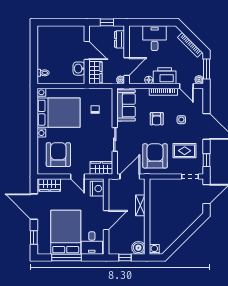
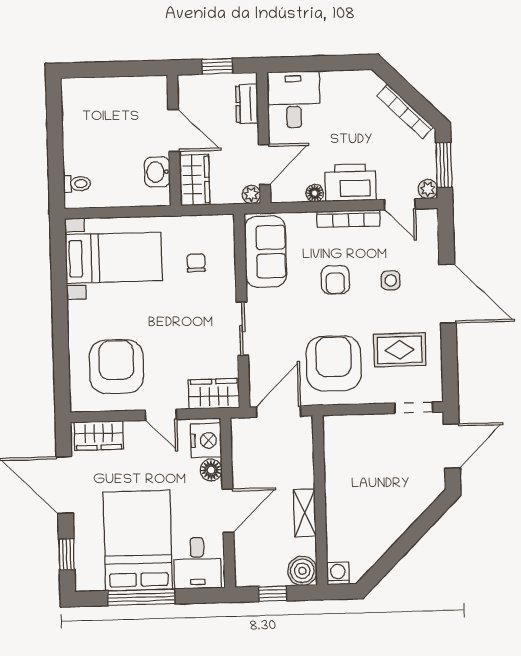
desk: (155, 38) -> (294, 100), moved
bed with nightstands: (58, 113) -> (114, 258), width x0.73
window: (206, 160) -> (450, 370), removed
floor lamp: (99, 202) -> (211, 470), added
shelving: (140, 205) -> (305, 513), moved

